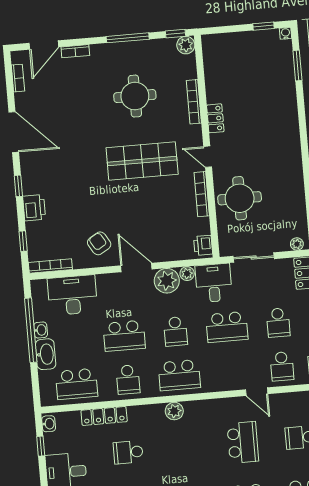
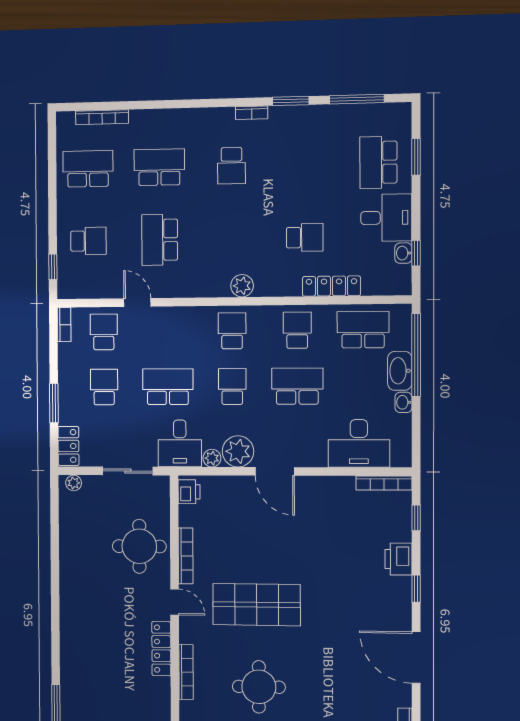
locker: (215, 118) -> (161, 649), width x1.53
armchair: (99, 243) -> (319, 506), removed
window: (31, 330) -> (416, 355), moved
school desk: (179, 375) -> (232, 331), width x0.54
washbasin: (49, 424) -> (403, 253), moved

